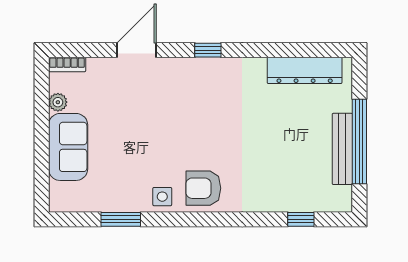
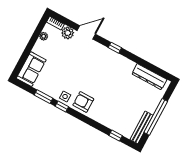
plant: (101, 71) -> (68, 33), added
sofa: (68, 147) -> (31, 69), moved
bench: (342, 149) -> (141, 127), moved
window: (166, 219) -> (62, 107), added

